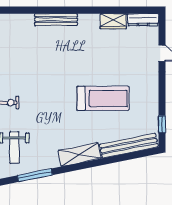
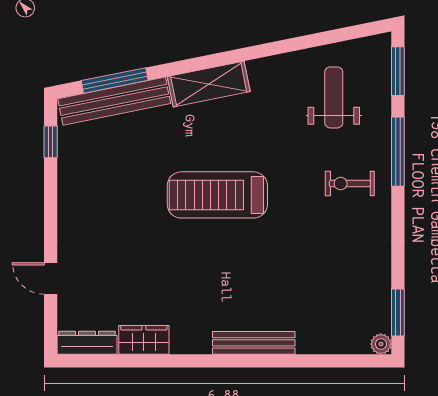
treadmill: (103, 98) -> (217, 195), moved
window: (35, 175) -> (115, 80), moved

